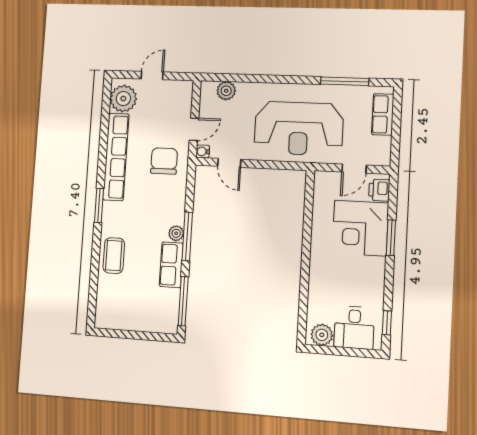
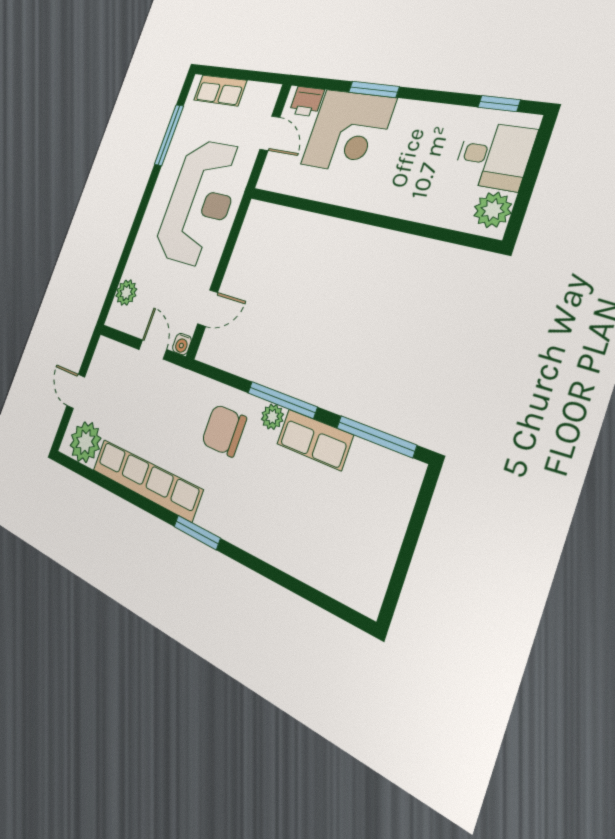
chair: (164, 161) -> (224, 430), moved
coffee table: (114, 256) -> (273, 536), removed

